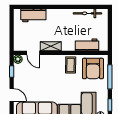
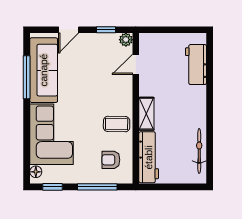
workbench: (87, 45) -> (149, 157), width x1.37
shelving: (51, 46) -> (146, 114), moved
armchair: (93, 69) -> (111, 160), width x0.53, depth x0.53

